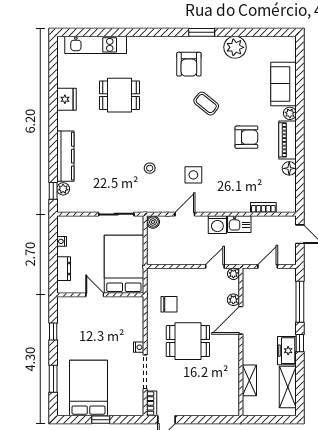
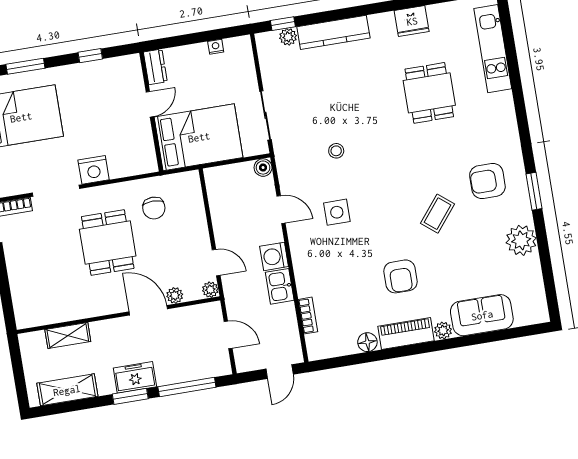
dresser: (64, 269) -> (155, 67), moved, turned -90
window: (300, 343) -> (130, 396), width x1.50
nightstand: (139, 347) -> (94, 170), width x1.89, depth x1.79
freezer: (287, 351) -> (135, 377), moved

